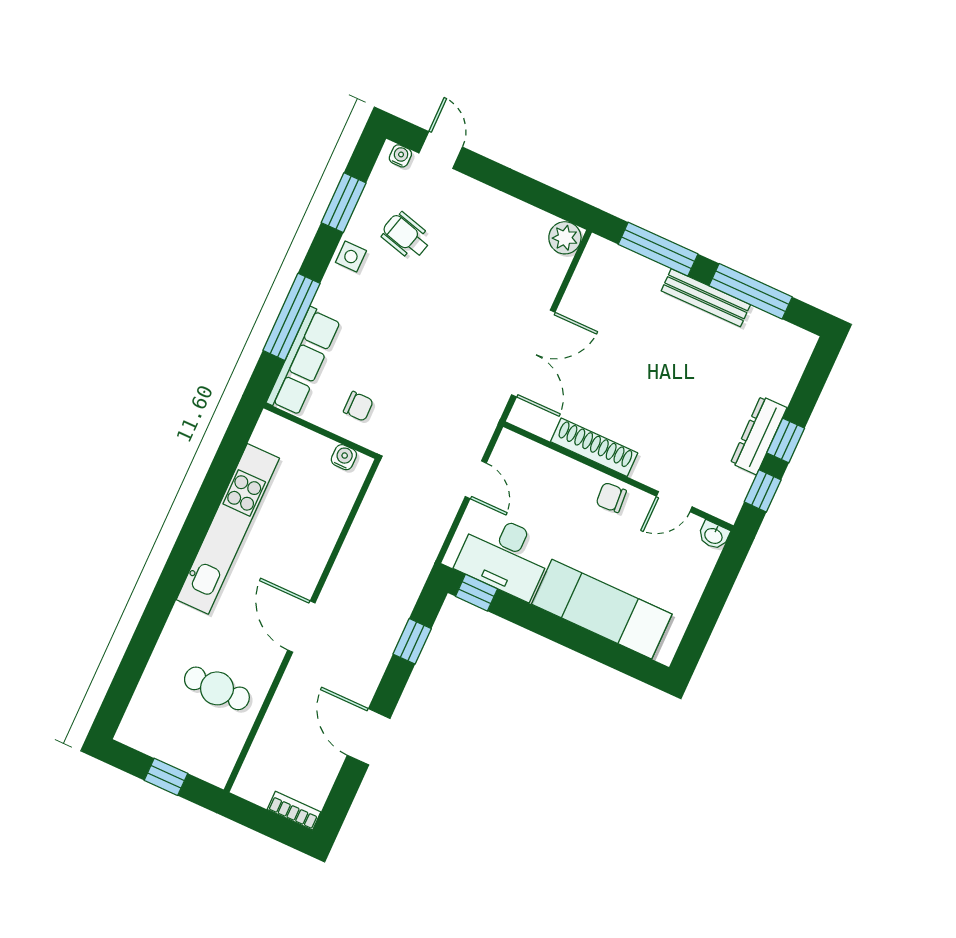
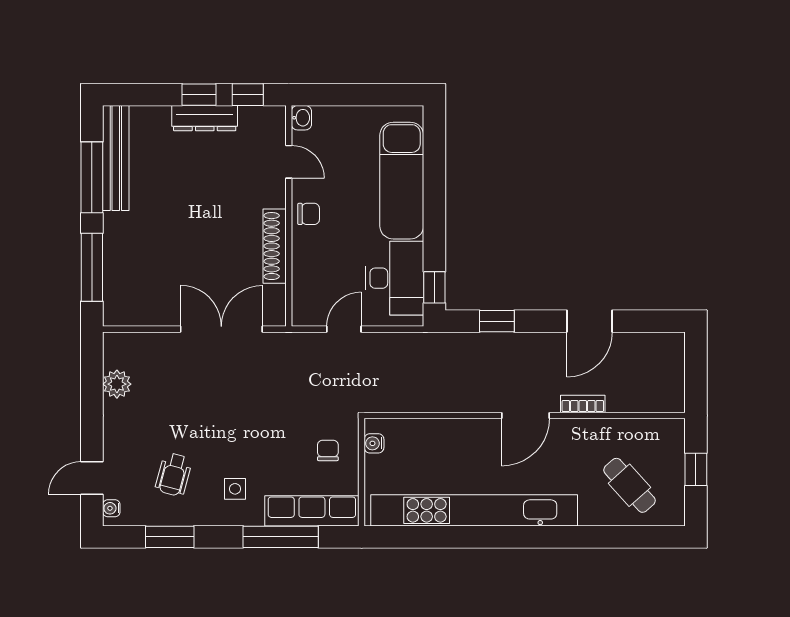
plant: (565, 238) -> (117, 384), moved
side table: (351, 257) -> (235, 489), moved
bench: (706, 298) -> (116, 158), moved, width x1.37, depth x1.21
chair: (611, 497) -> (309, 214), turned -86
kitchen unit: (228, 529) -> (474, 510), width x1.36
cafe table: (217, 688) -> (629, 485), moved, turned -42
bookcase: (294, 811) -> (583, 404), moved, turned 90

